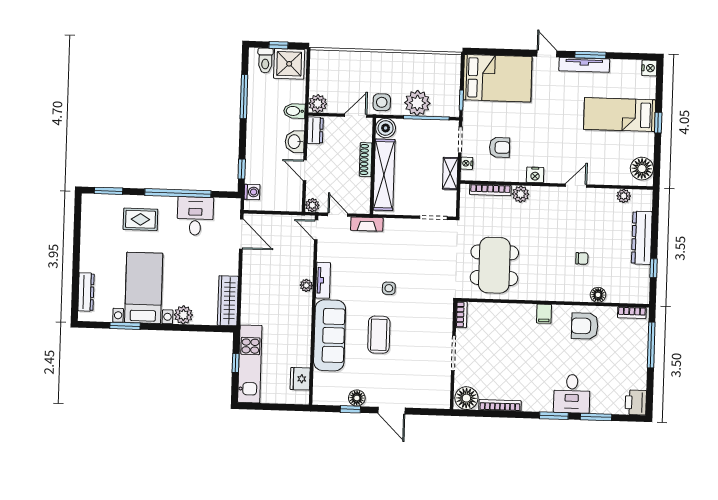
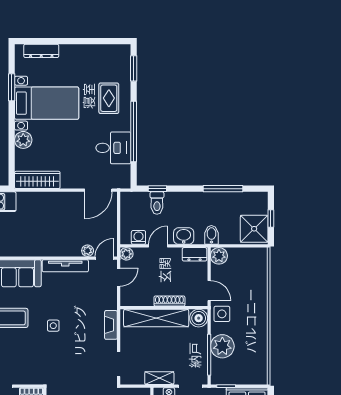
toilet: (265, 61) -> (157, 203), moved, turned -90
washing machine: (252, 192) -> (138, 237), moved, turned 180
fireplace: (367, 224) -> (111, 325), moved
tv unit: (323, 280) -> (65, 266), width x1.41
plant: (306, 285) -> (88, 251), moved

